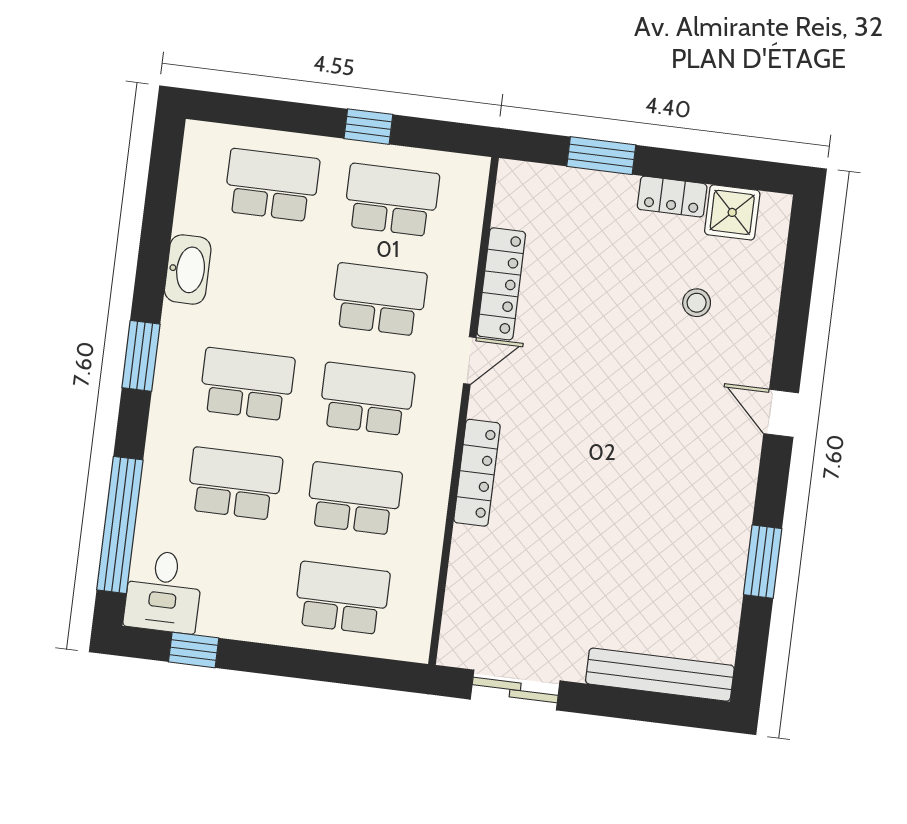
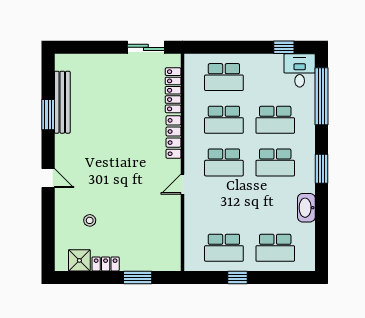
locker: (501, 284) -> (173, 90), moved
school desk: (379, 299) -> (224, 205), removed
bench: (660, 675) -> (62, 102), moved, turned 90

